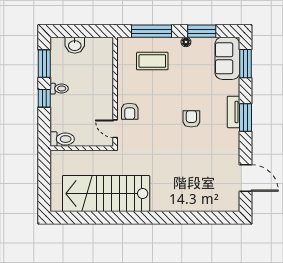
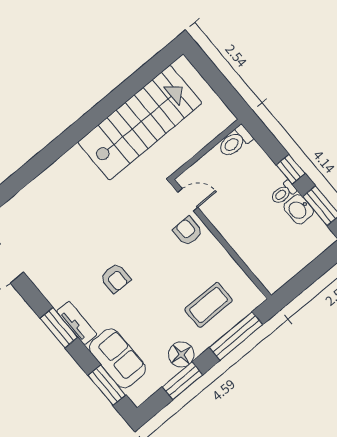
floor lamp: (186, 42) -> (181, 354), width x1.89, depth x1.89
washbasin: (75, 45) -> (299, 209), moved, turned -90
sofa: (227, 58) -> (117, 358), moved

